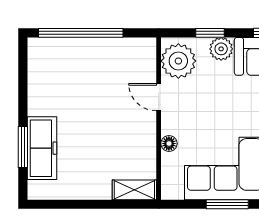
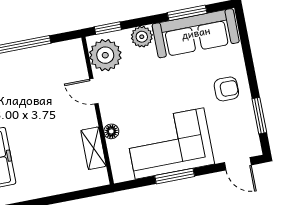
window: (210, 33) -> (108, 28), moved
shelving: (134, 190) -> (94, 148), moved, turned 90

